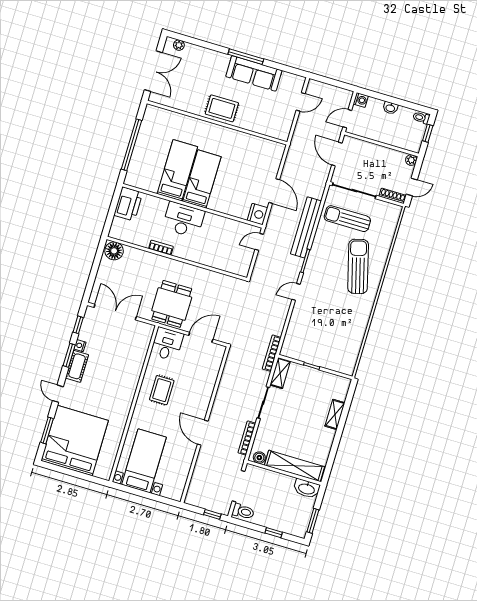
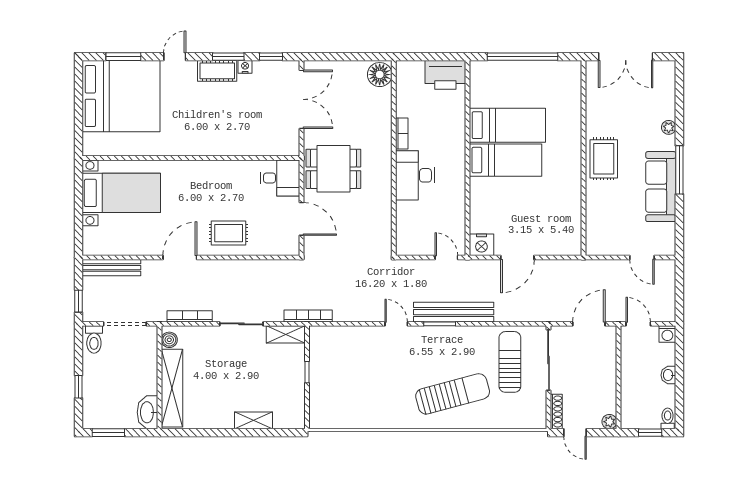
plant: (179, 45) -> (669, 127), moved
desk: (184, 220) -> (415, 175), moved, turned 180
bench: (306, 227) -> (454, 312), moved
rug: (162, 390) -> (229, 233), moved
bench: (195, 484) -> (111, 268), added

